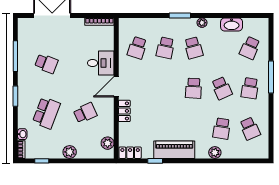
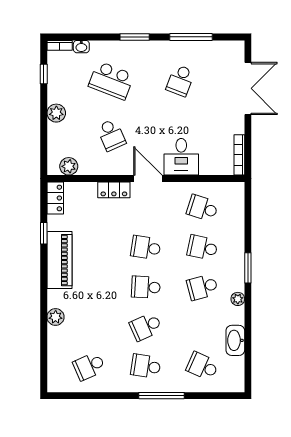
school desk: (222, 129) -> (146, 248), moved

